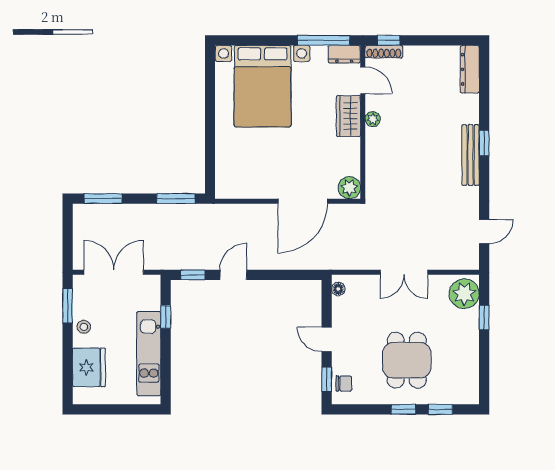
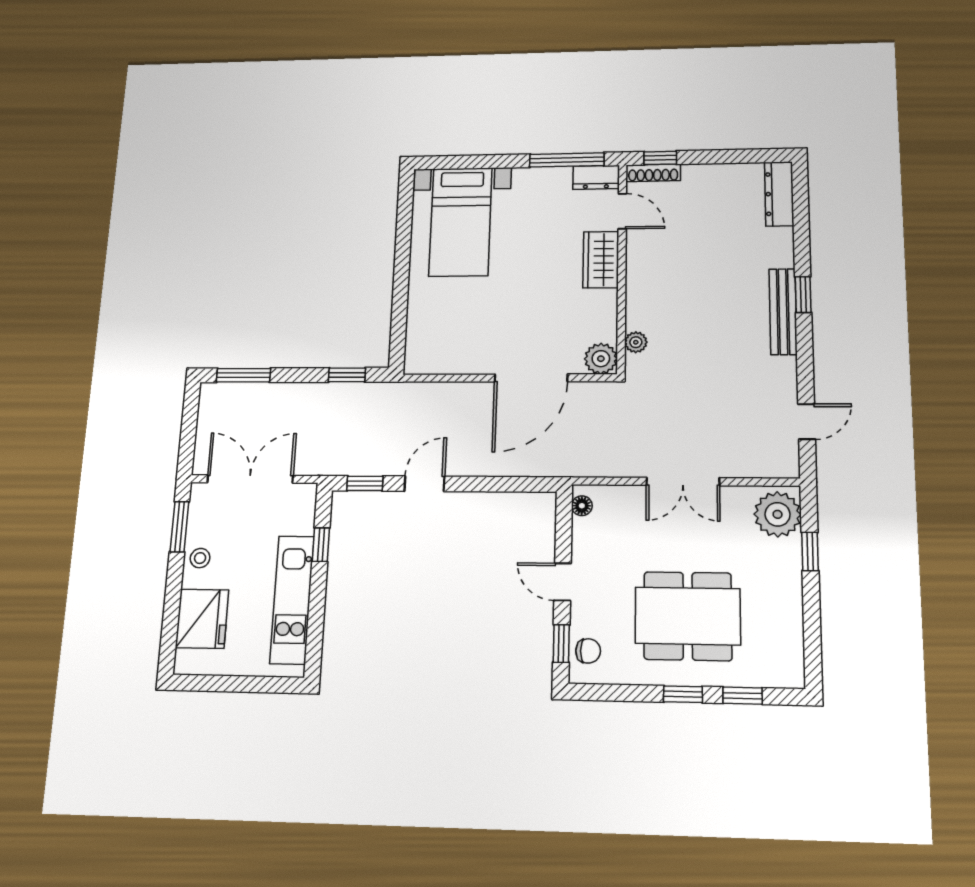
bed with nightstands: (263, 86) -> (461, 222), width x0.73
plant: (373, 119) -> (636, 342), moved
window: (176, 199) -> (347, 375), width x0.67
dining table: (407, 360) -> (688, 616), width x1.37

